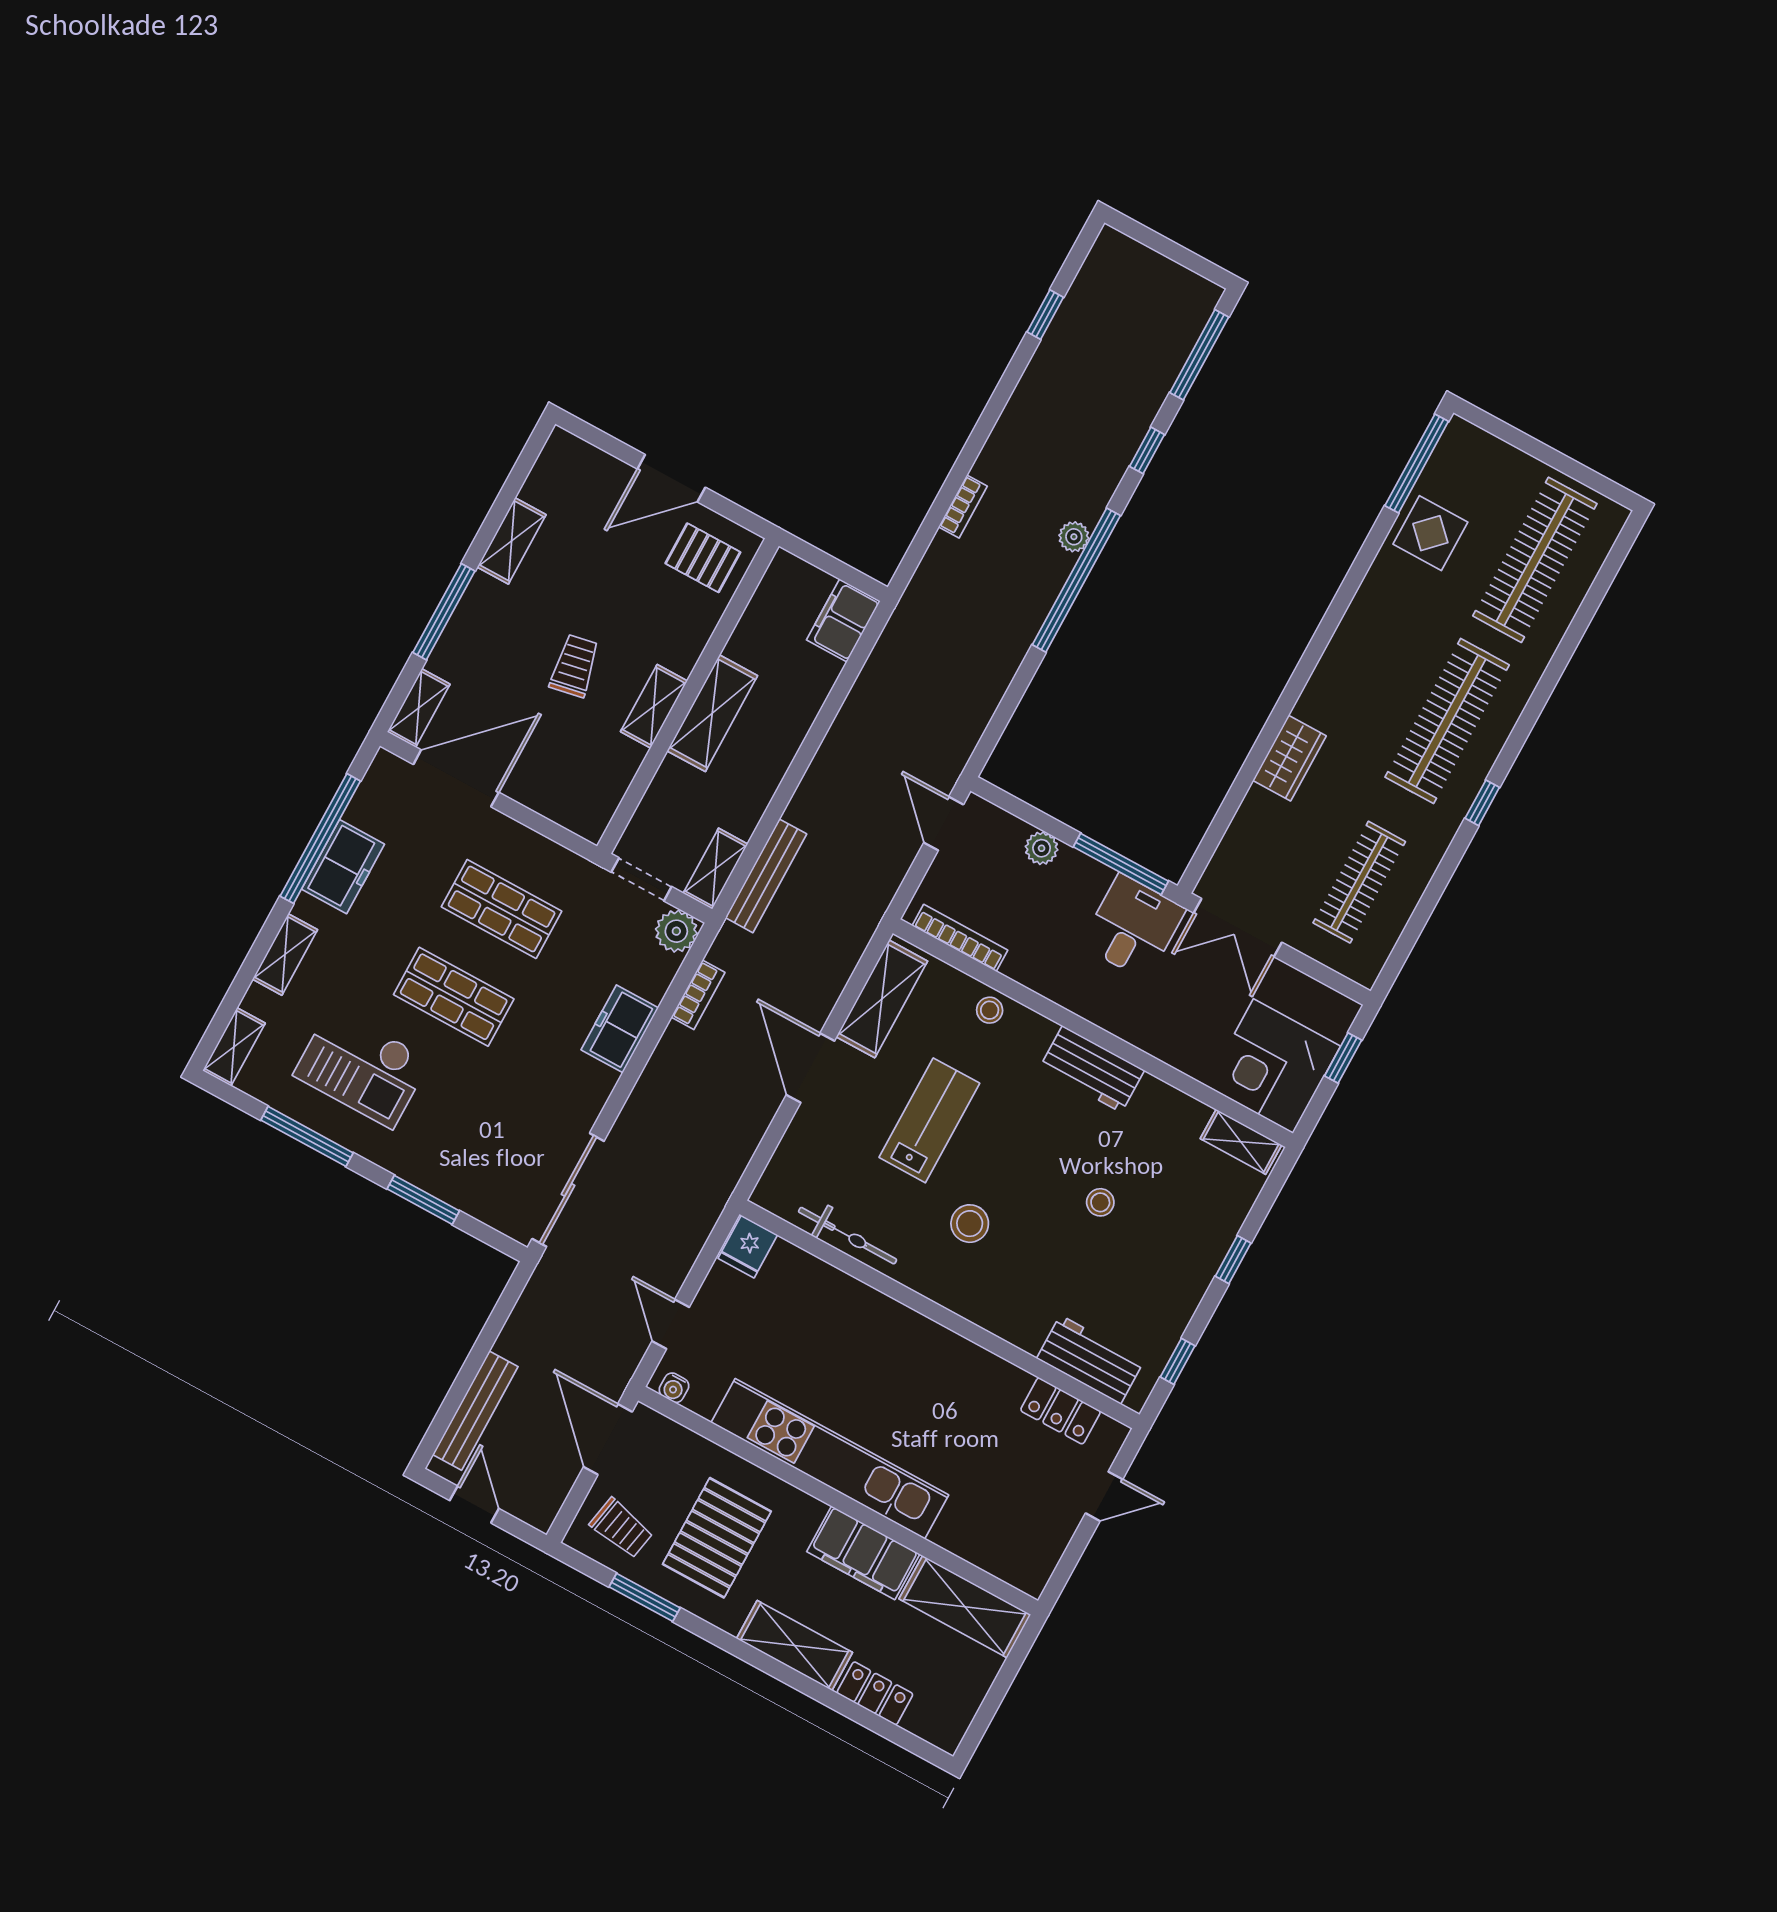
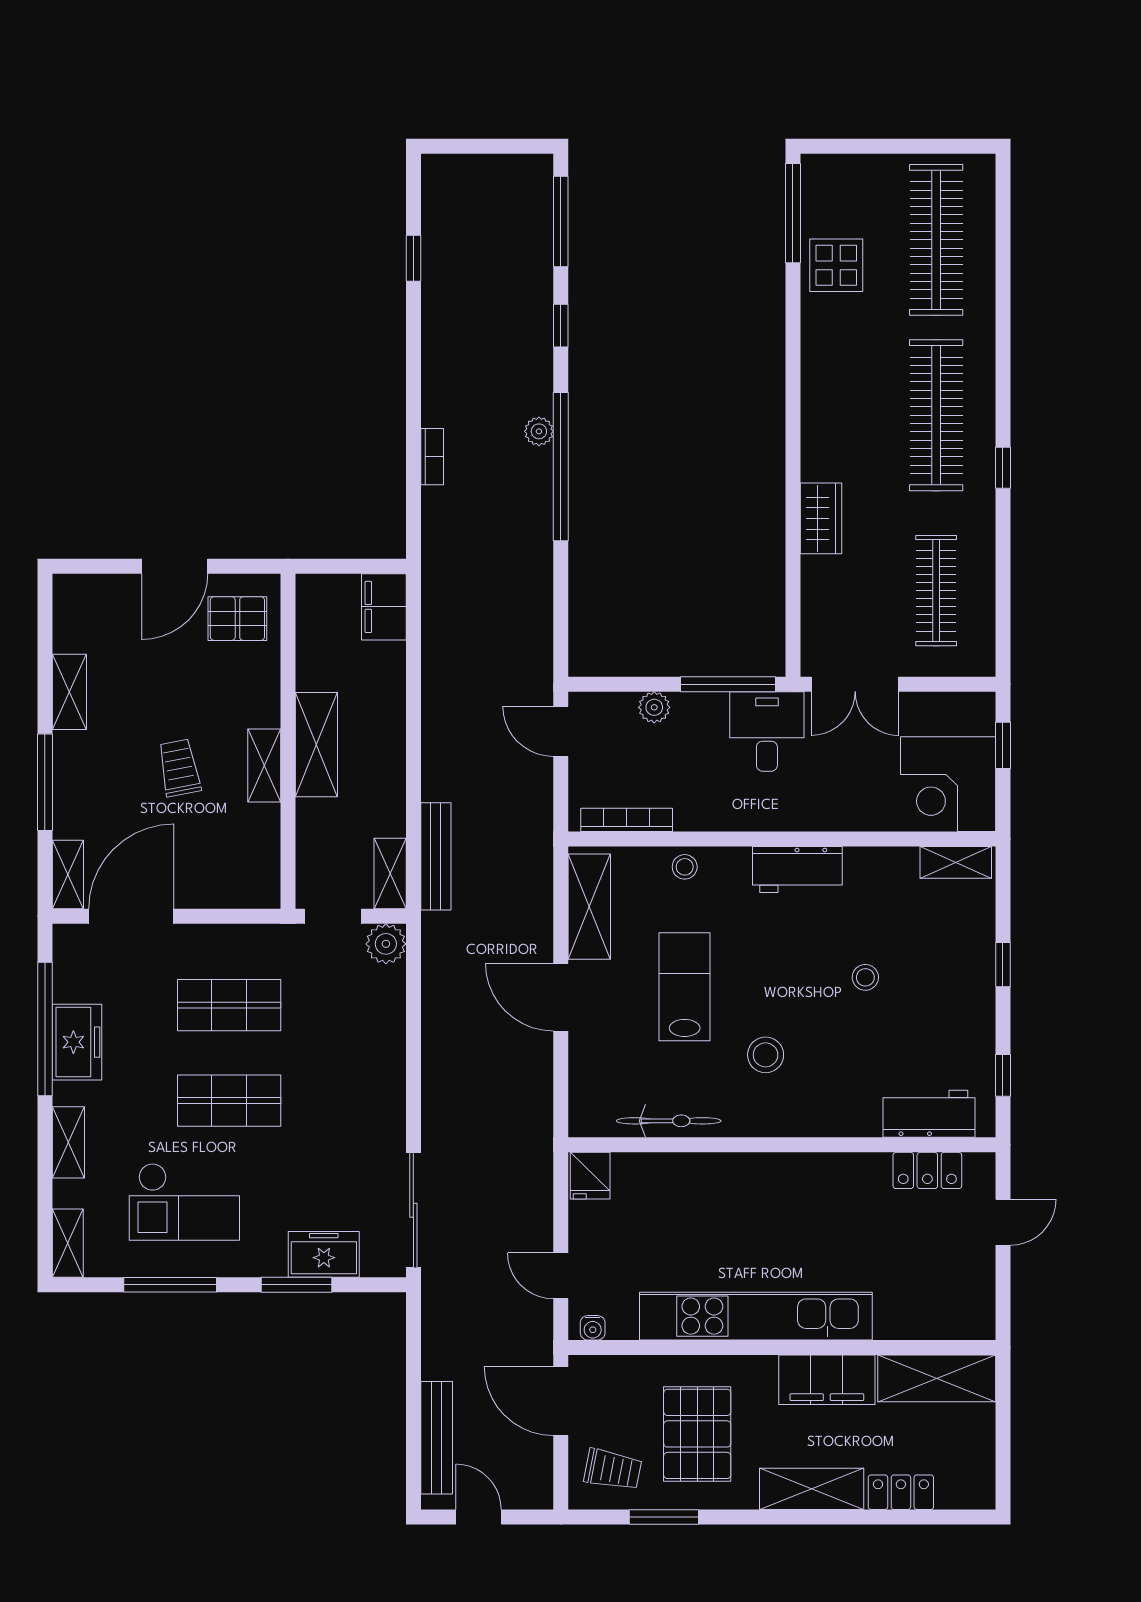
bookcase: (698, 995) -> (433, 987), removed
freezer: (620, 1029) -> (324, 1254), moved, turned 90

